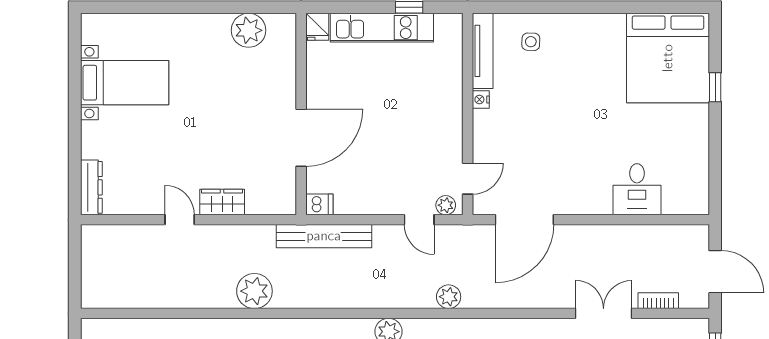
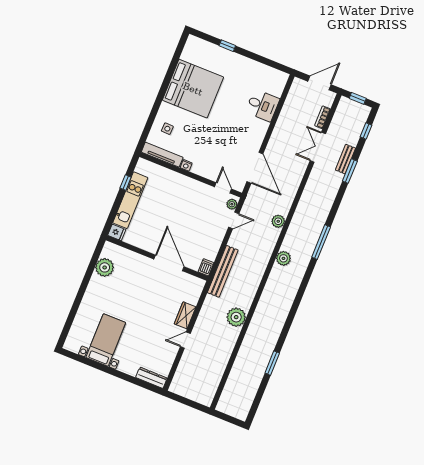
bed: (668, 58) -> (193, 89), moved

